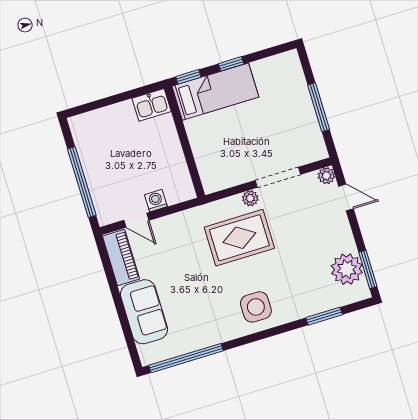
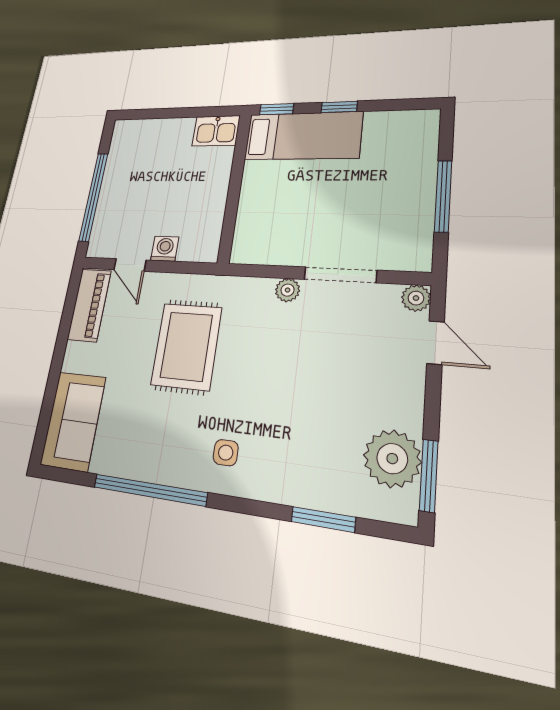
rug: (239, 238) -> (186, 346), moved, turned 90
side table: (256, 307) -> (226, 453), width x0.54, depth x0.54
sofa: (144, 312) -> (73, 421), moved
window: (186, 358) -> (150, 490), moved

